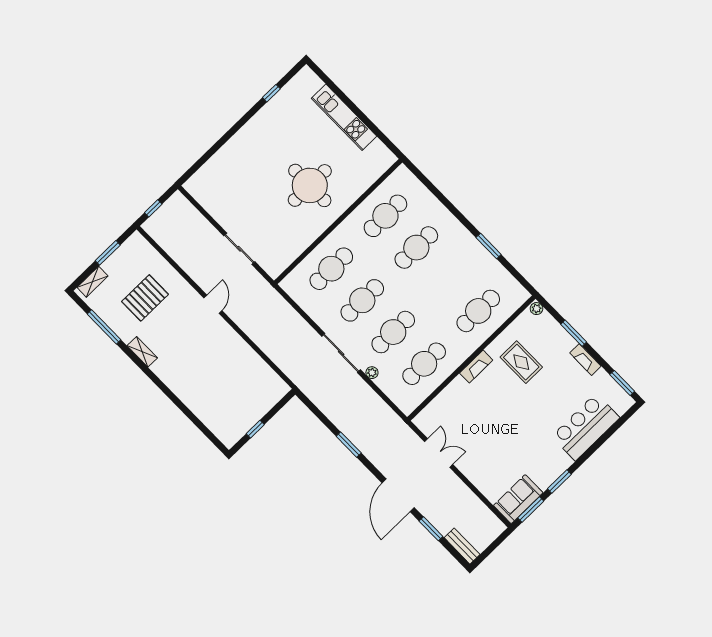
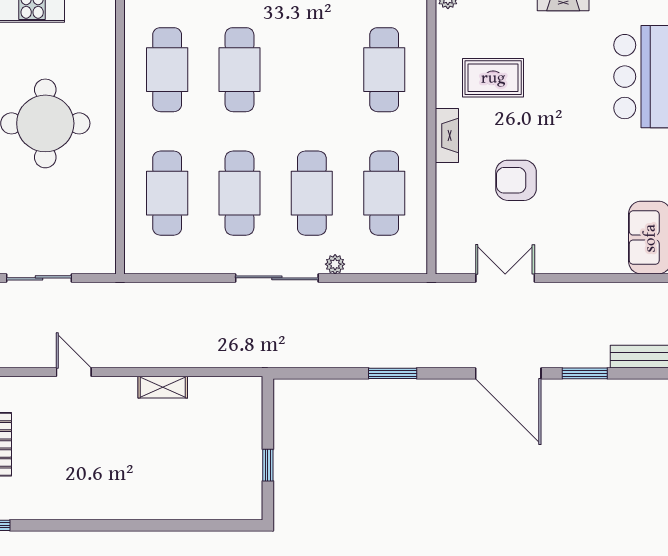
shelving: (142, 352) -> (163, 387), moved
armchair: (486, 416) -> (516, 180), added

